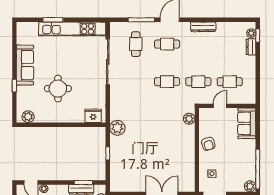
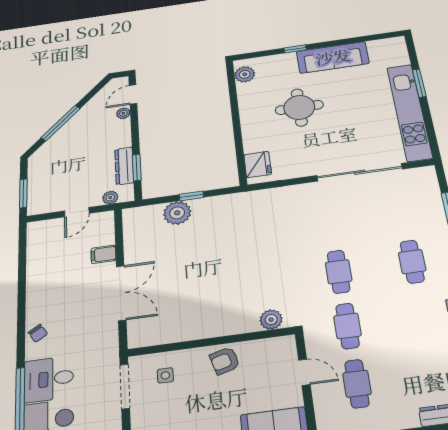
cafe table: (136, 44) -> (402, 211), removed
plant: (117, 128) -> (177, 213), moved

